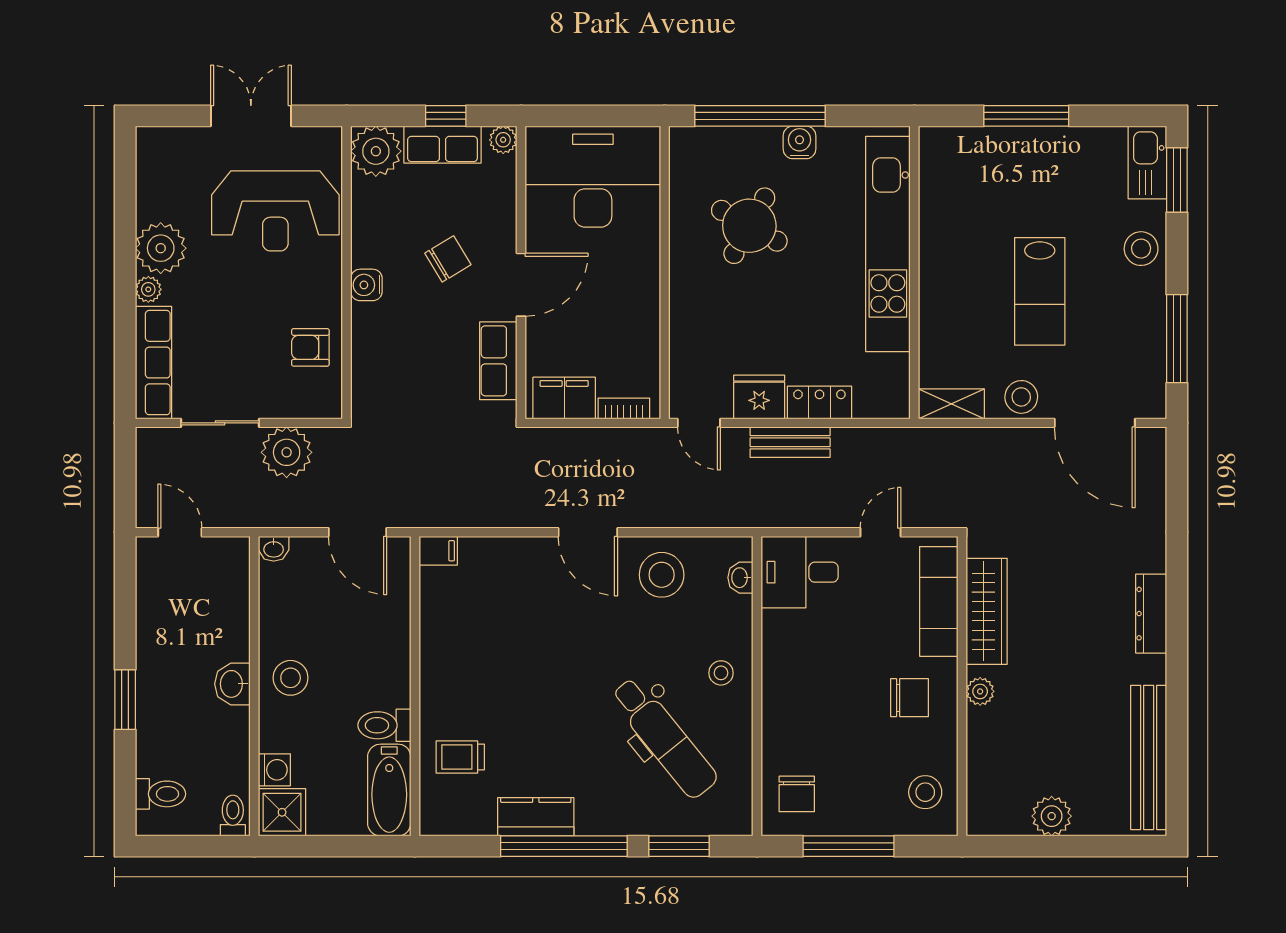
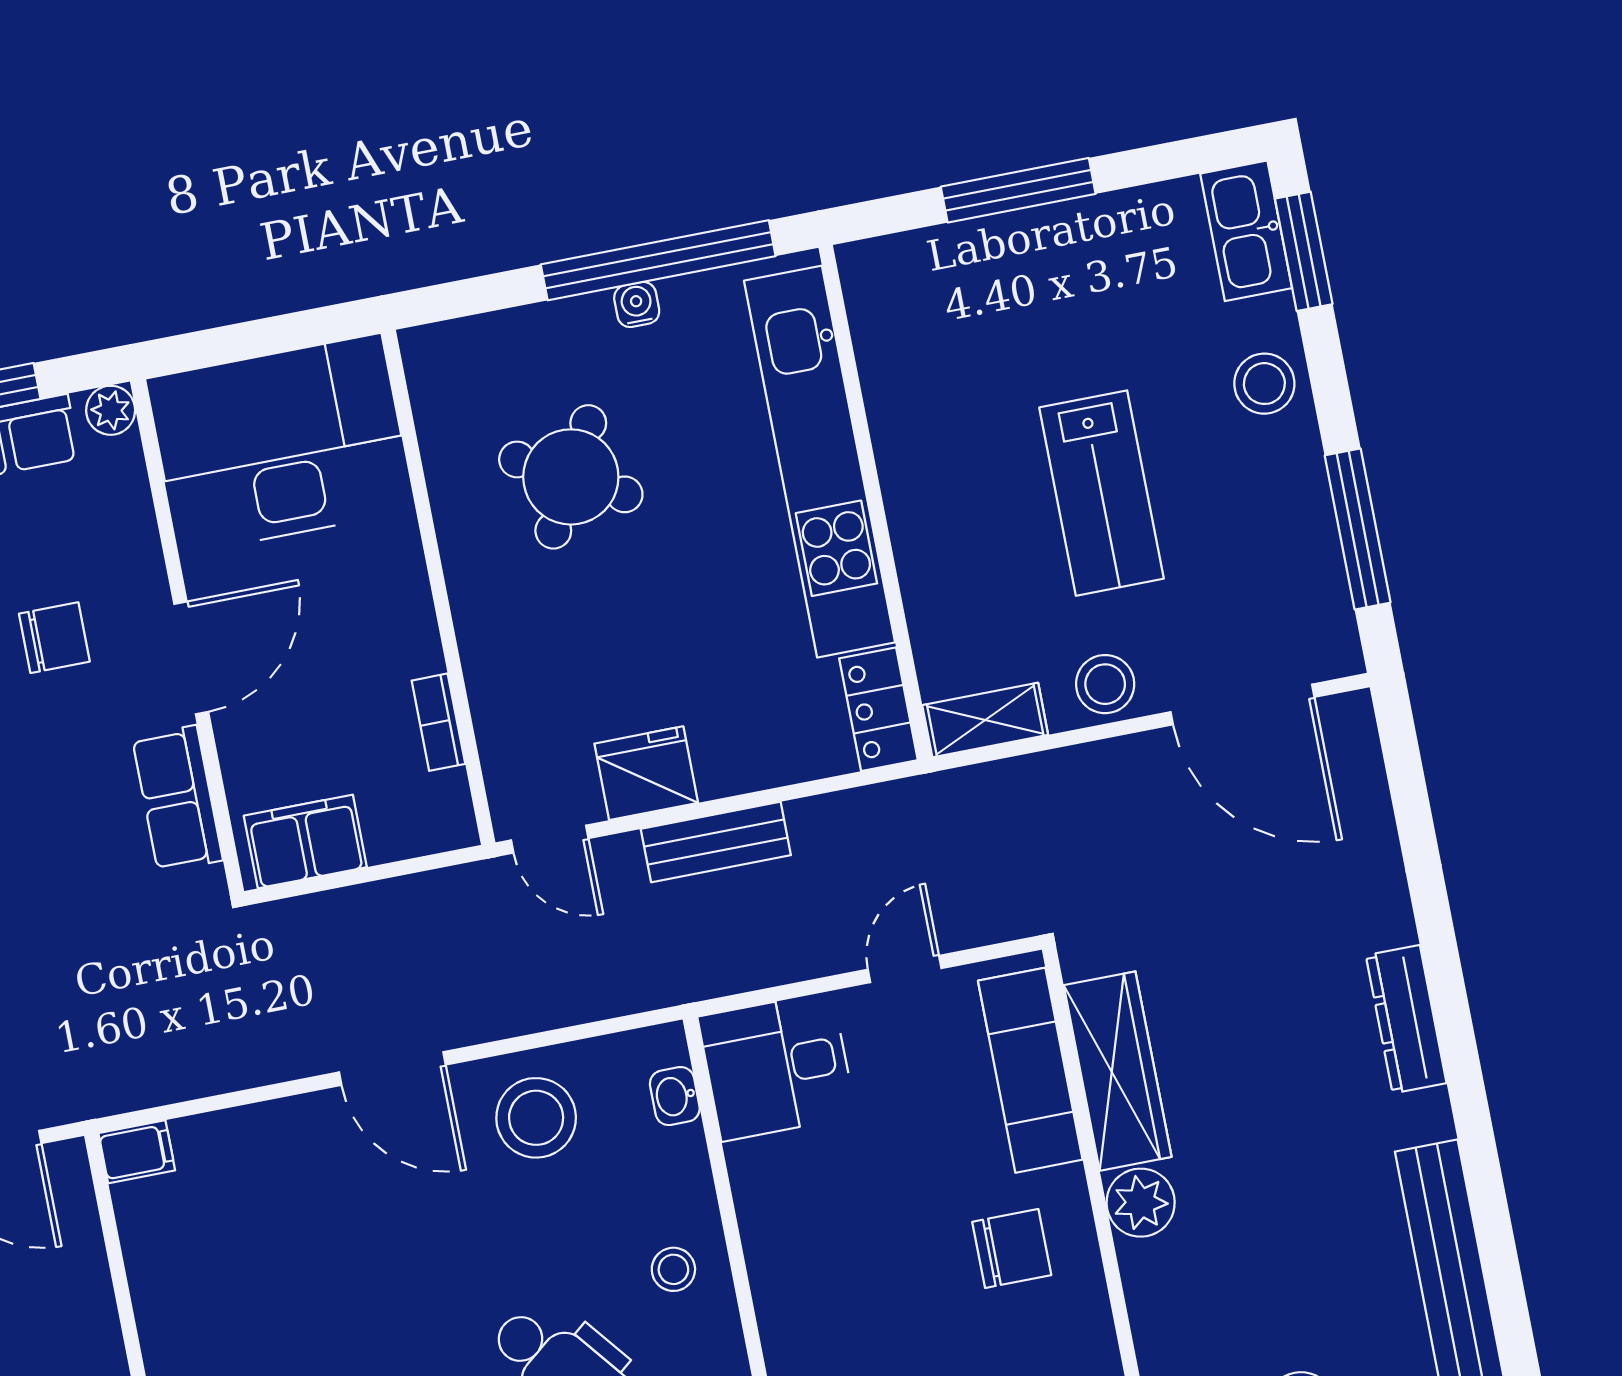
window: (760, 116) -> (658, 260), moved
water cooler: (800, 142) -> (637, 305), width x0.72, depth x0.72
chair: (448, 259) -> (54, 638), turned 31
locker: (819, 402) -> (879, 709), moved, turned -90
bookcase: (624, 408) -> (438, 722), moved, turned -90
plant: (980, 691) -> (1141, 1203), width x1.38, depth x1.38

